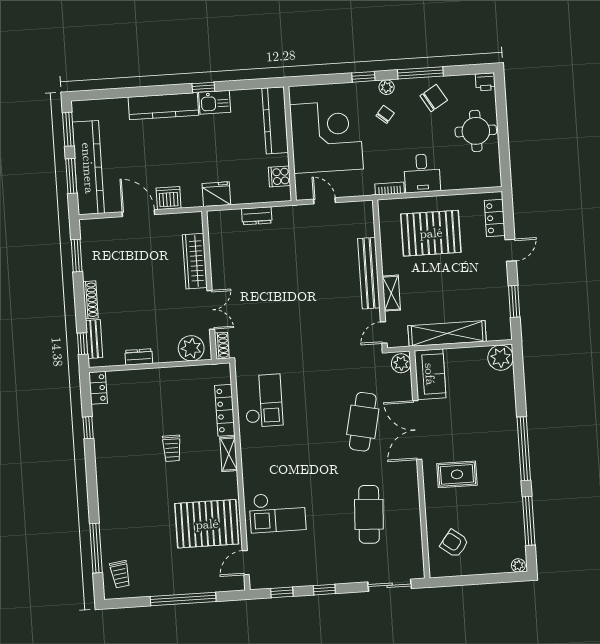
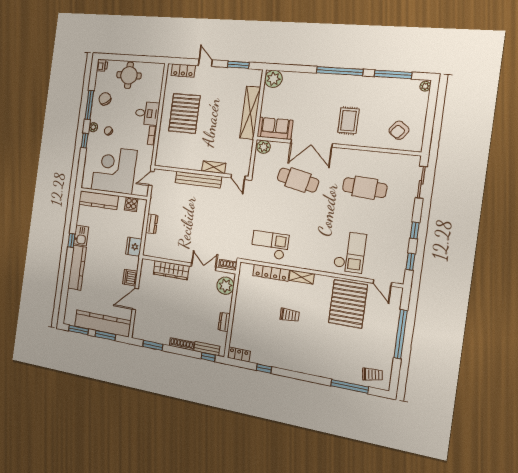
bench: (369, 273) -> (198, 180), moved
wall: (380, 274) -> (200, 172), moved
shelving: (391, 293) -> (214, 167), moved
door: (384, 332) -> (238, 177), moved

